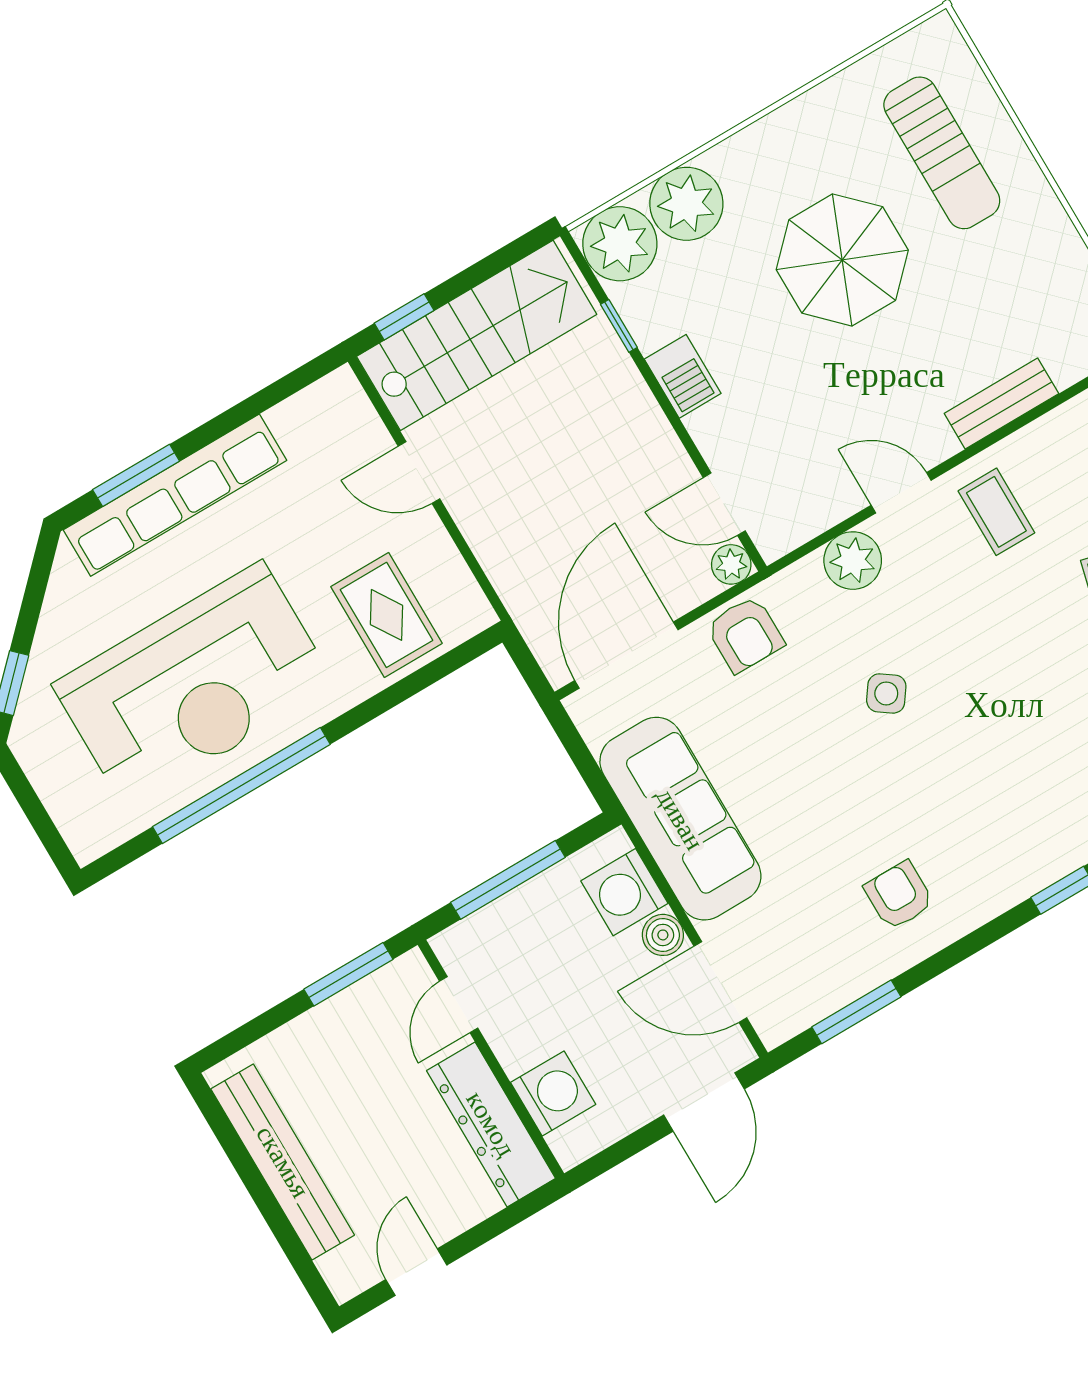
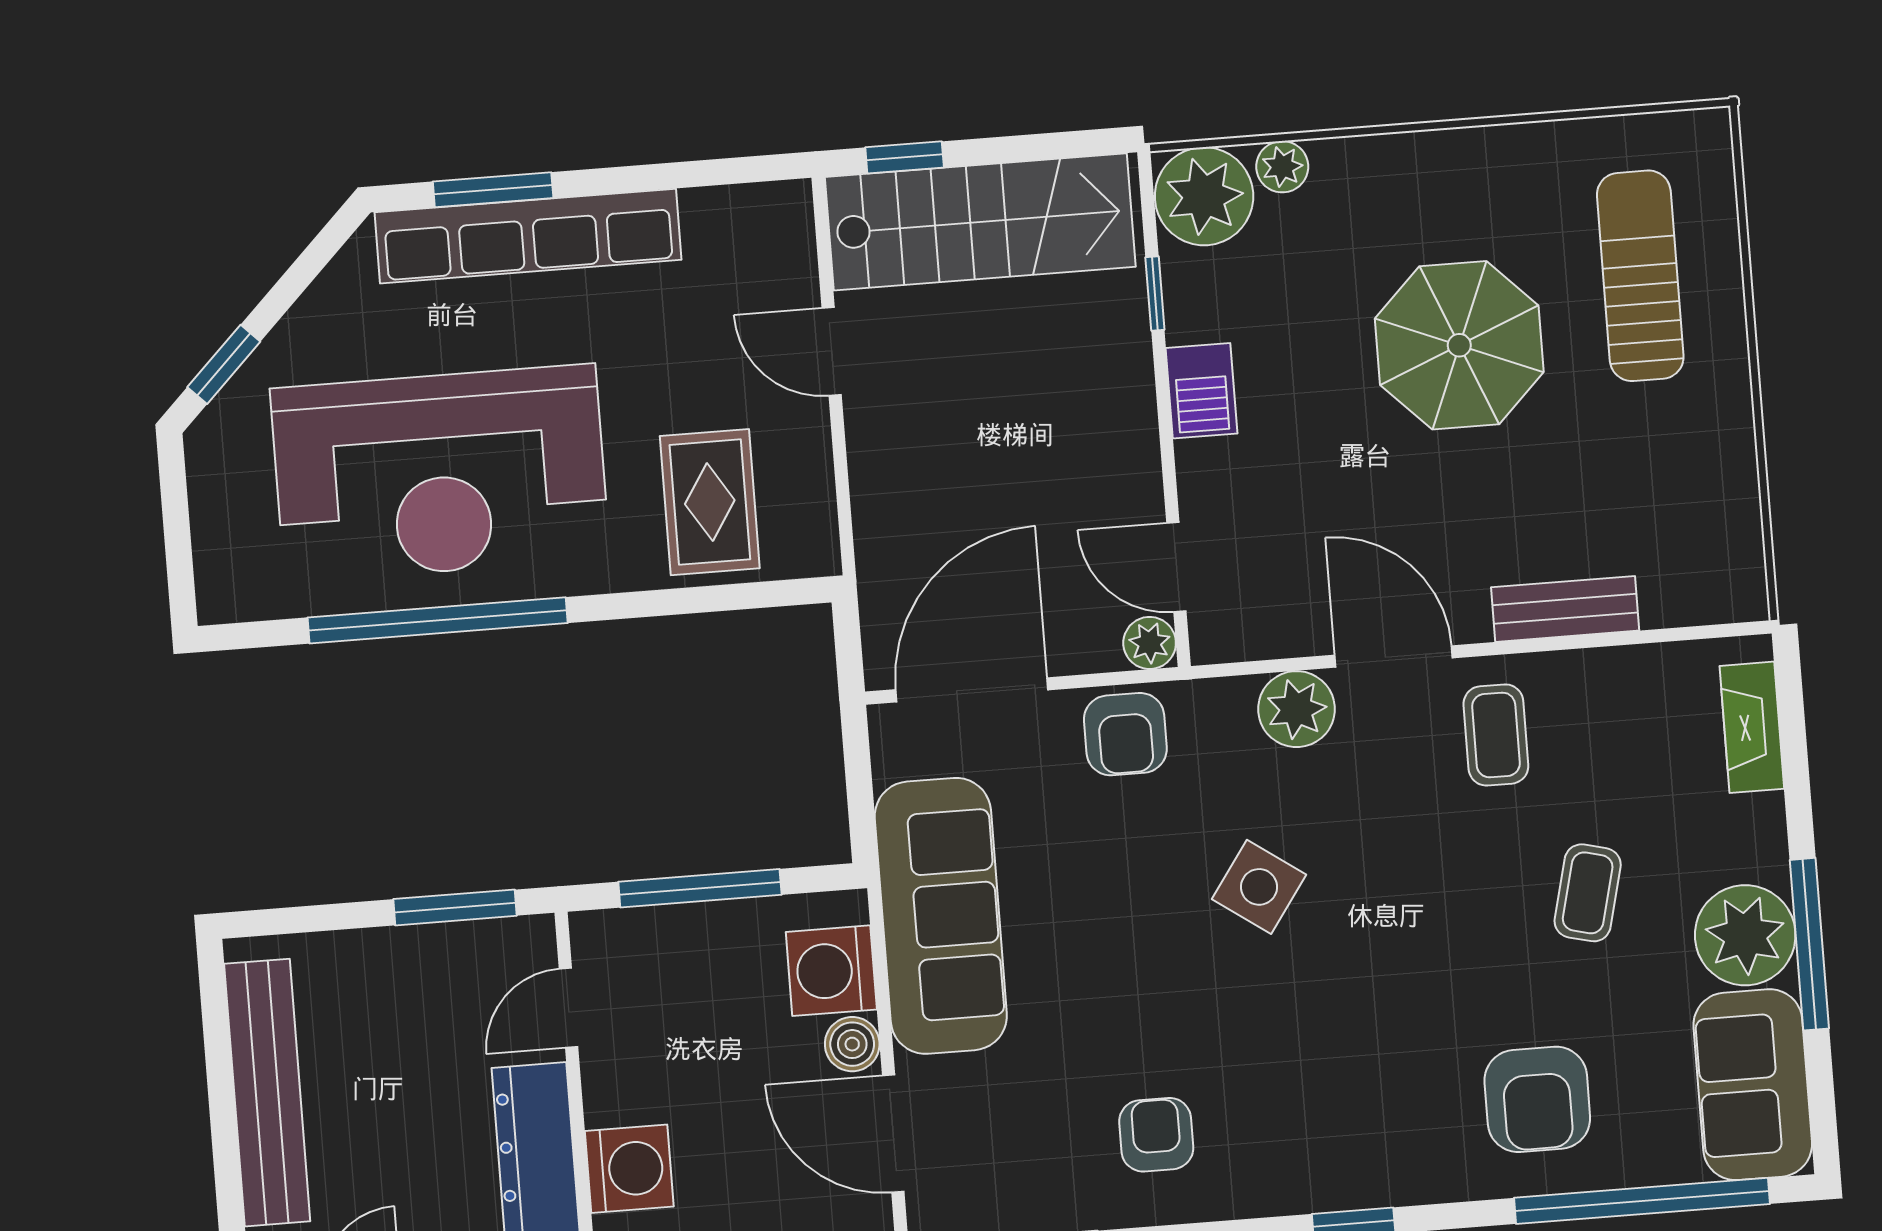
sun lounger: (942, 153) -> (1640, 276), turned 180
plant: (686, 204) -> (1282, 167), width x0.53, depth x0.53
door: (901, 493) -> (1394, 657), width x1.38
side table: (886, 693) -> (1259, 887), width x1.37, depth x1.37

